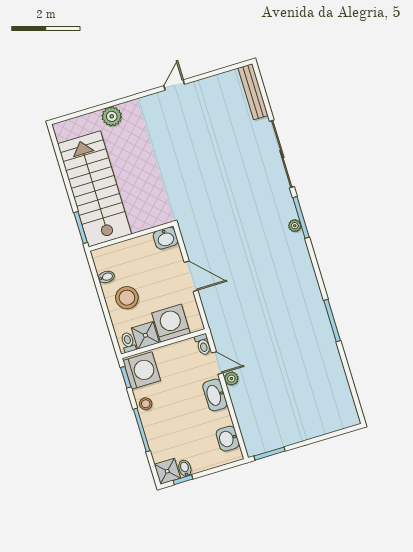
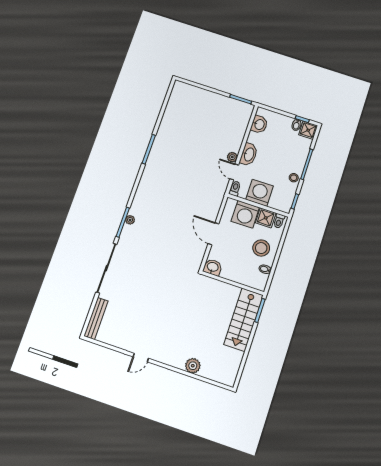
stairs: (94, 189) -> (244, 320), width x0.73, depth x0.66
washing machine: (142, 371) -> (259, 193), moved, turned 90

